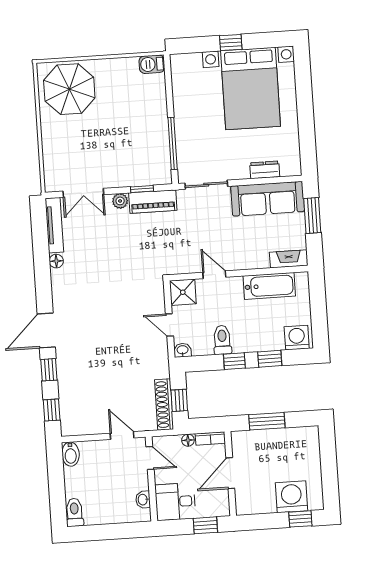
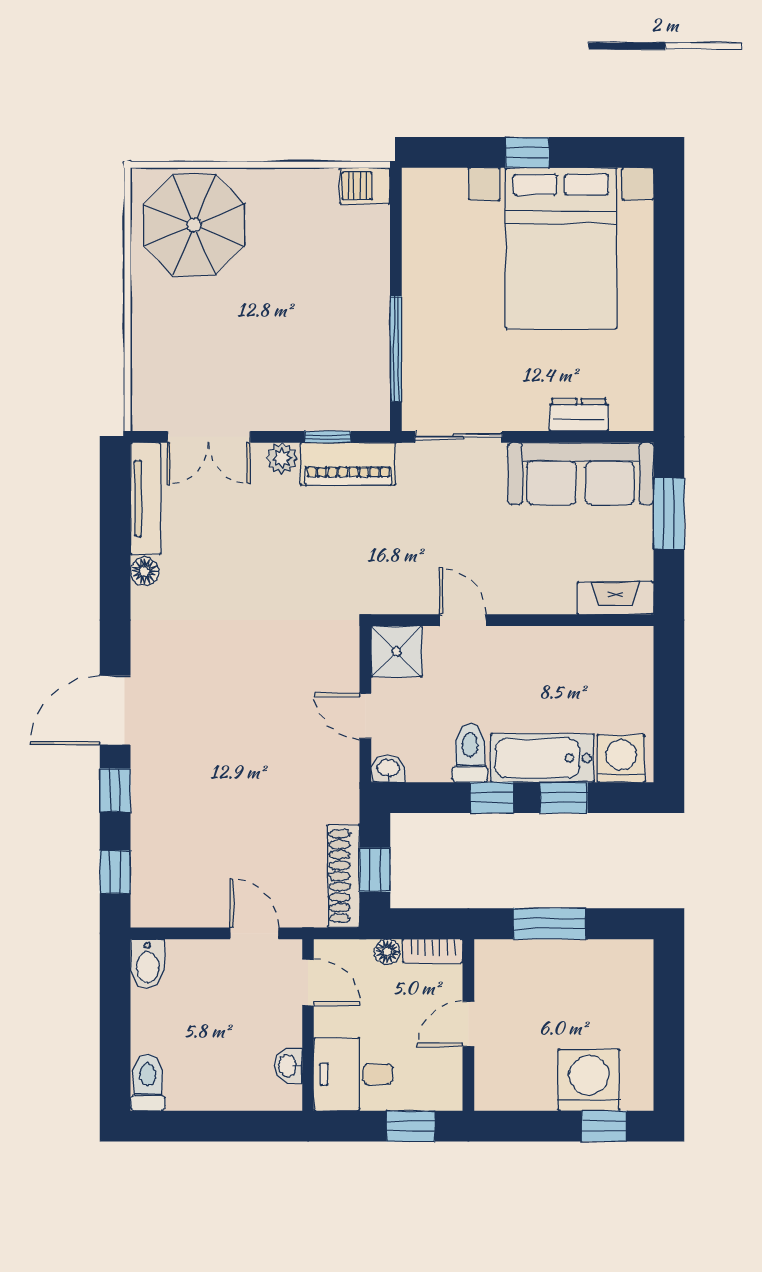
bathtub: (269, 286) -> (543, 758), moved, turned 180
door: (230, 473) -> (468, 1024), width x0.73

